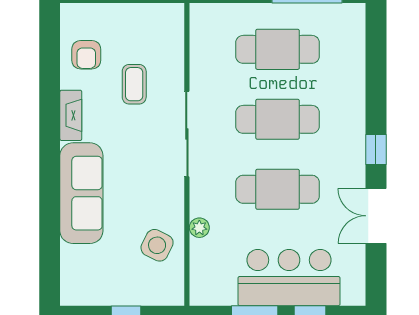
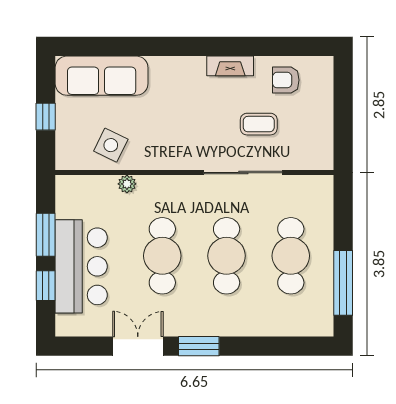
sliding door: (187, 134) -> (243, 173), moved
window: (376, 150) -> (199, 346), width x1.50
sofa: (81, 193) -> (102, 76), moved

